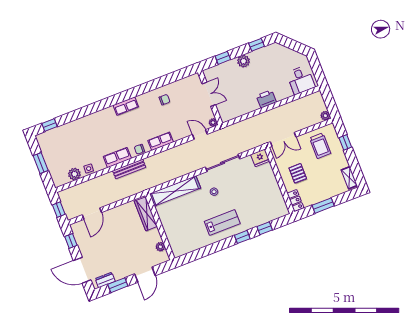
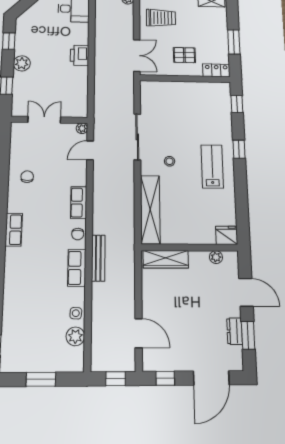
fridge: (260, 158) -> (227, 235), moved, turned -90
window: (265, 228) -> (237, 104), moved
dresser: (105, 280) -> (235, 331), moved

